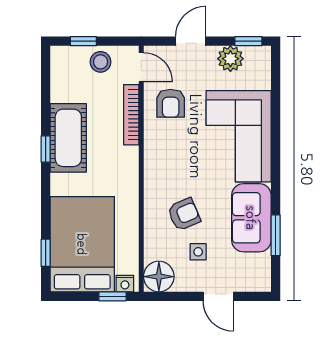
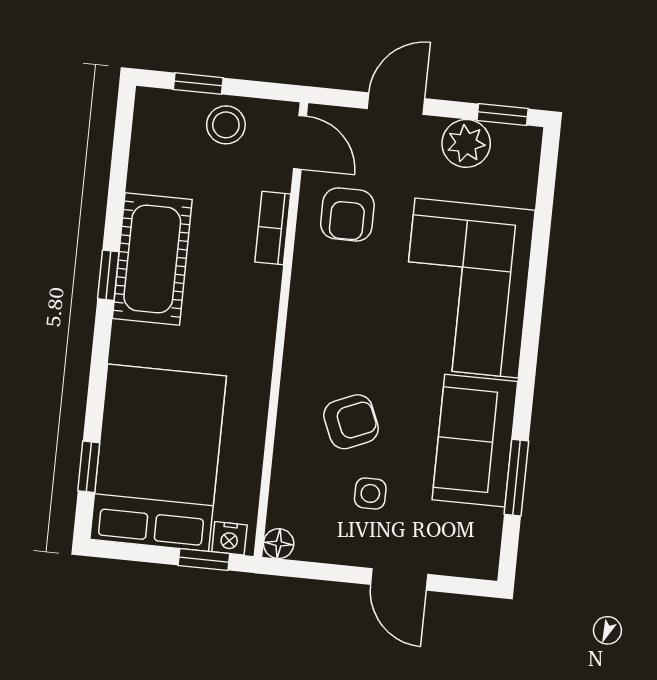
bookcase: (131, 115) -> (273, 228), width x0.64
floor lamp: (159, 277) -> (279, 544), width x0.53, depth x0.53

